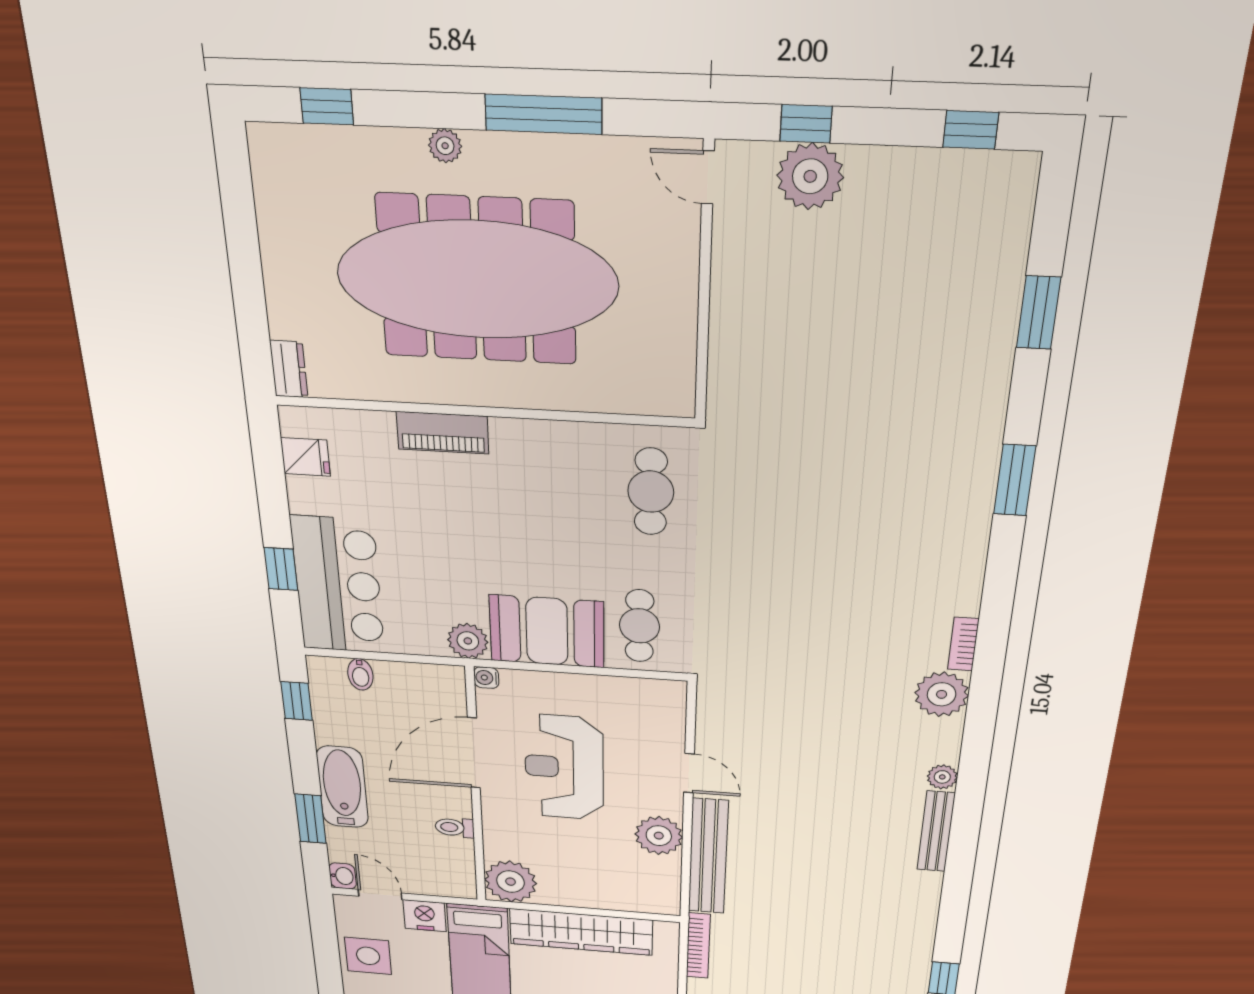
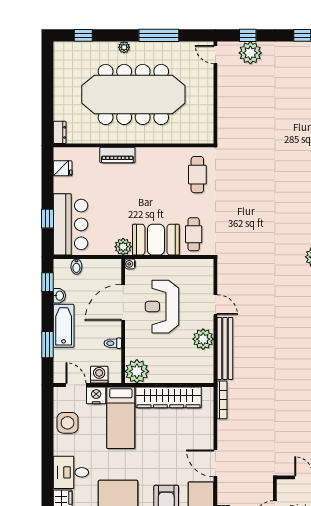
washbasin: (343, 876) -> (59, 296), moved
washing machine: (428, 881) -> (99, 375), added

